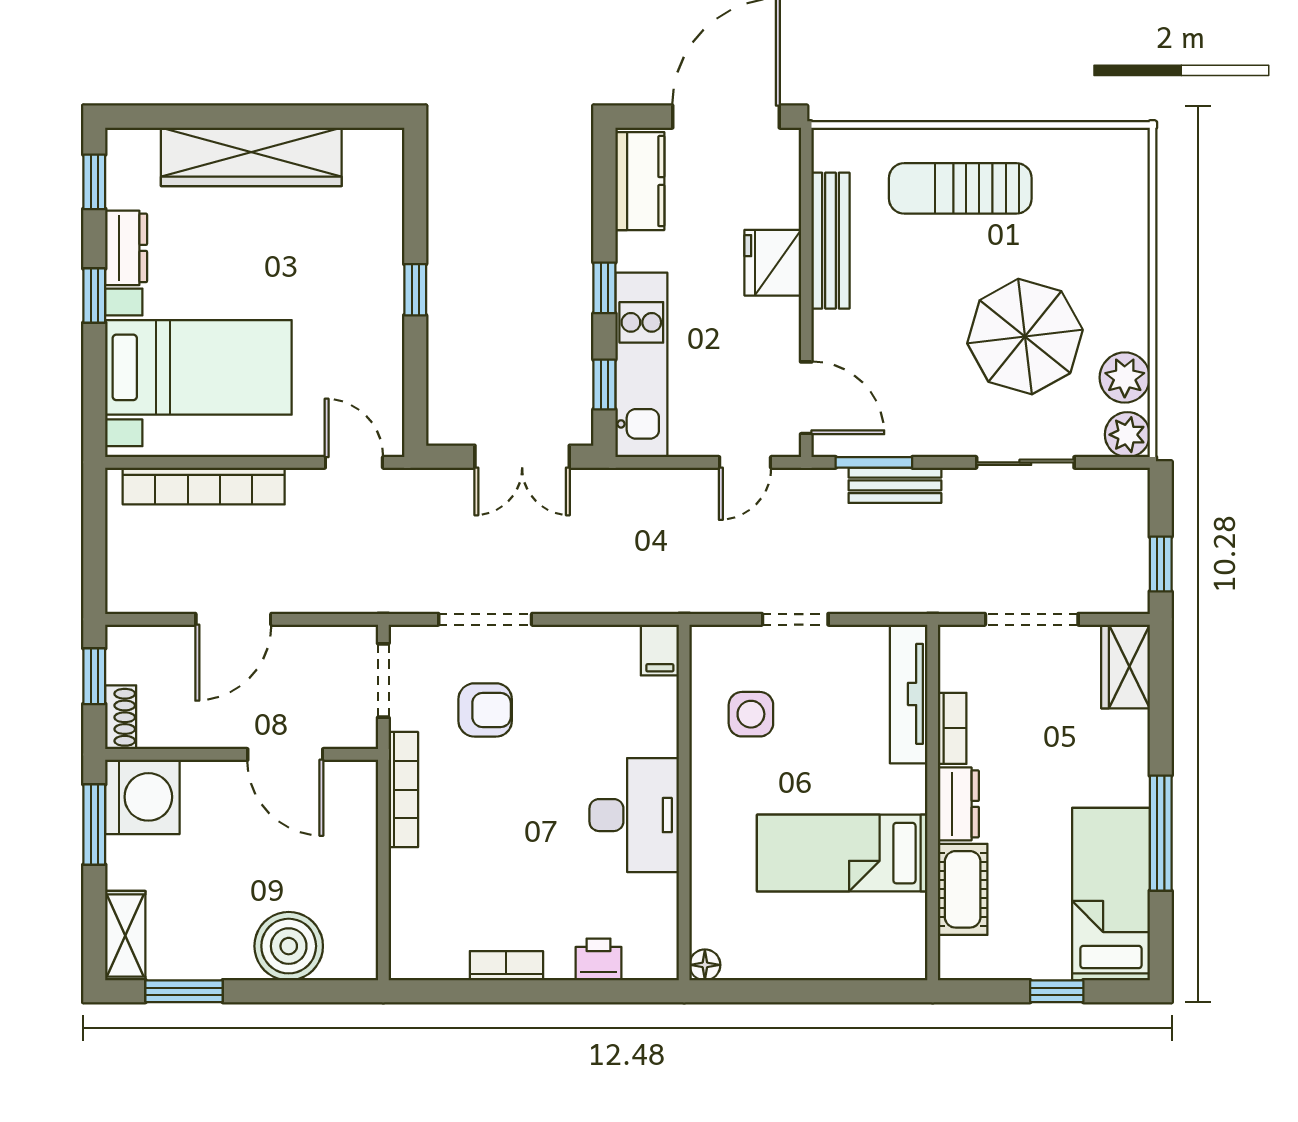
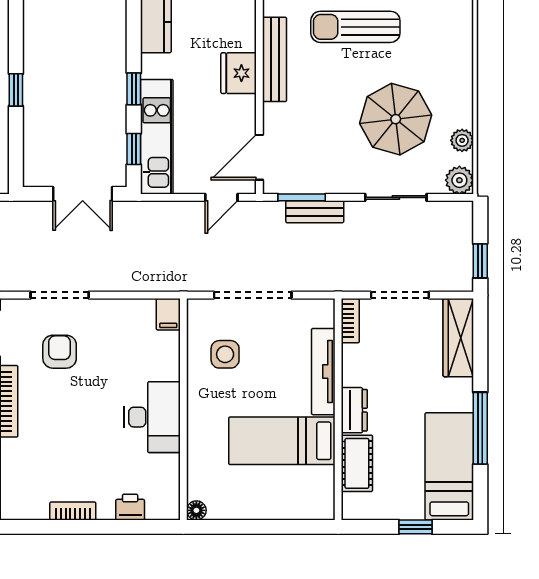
plant: (1125, 378) -> (462, 140), width x0.73, depth x0.73
door: (806, 398) -> (259, 157), swing flipped
doorway: (795, 619) -> (253, 295), width x1.88
wardrobe: (1126, 666) -> (458, 338), width x1.50
tv unit: (909, 694) -> (323, 372), moved
armchair: (485, 710) -> (60, 352), turned -90
bookcase: (952, 728) -> (350, 321), moved

